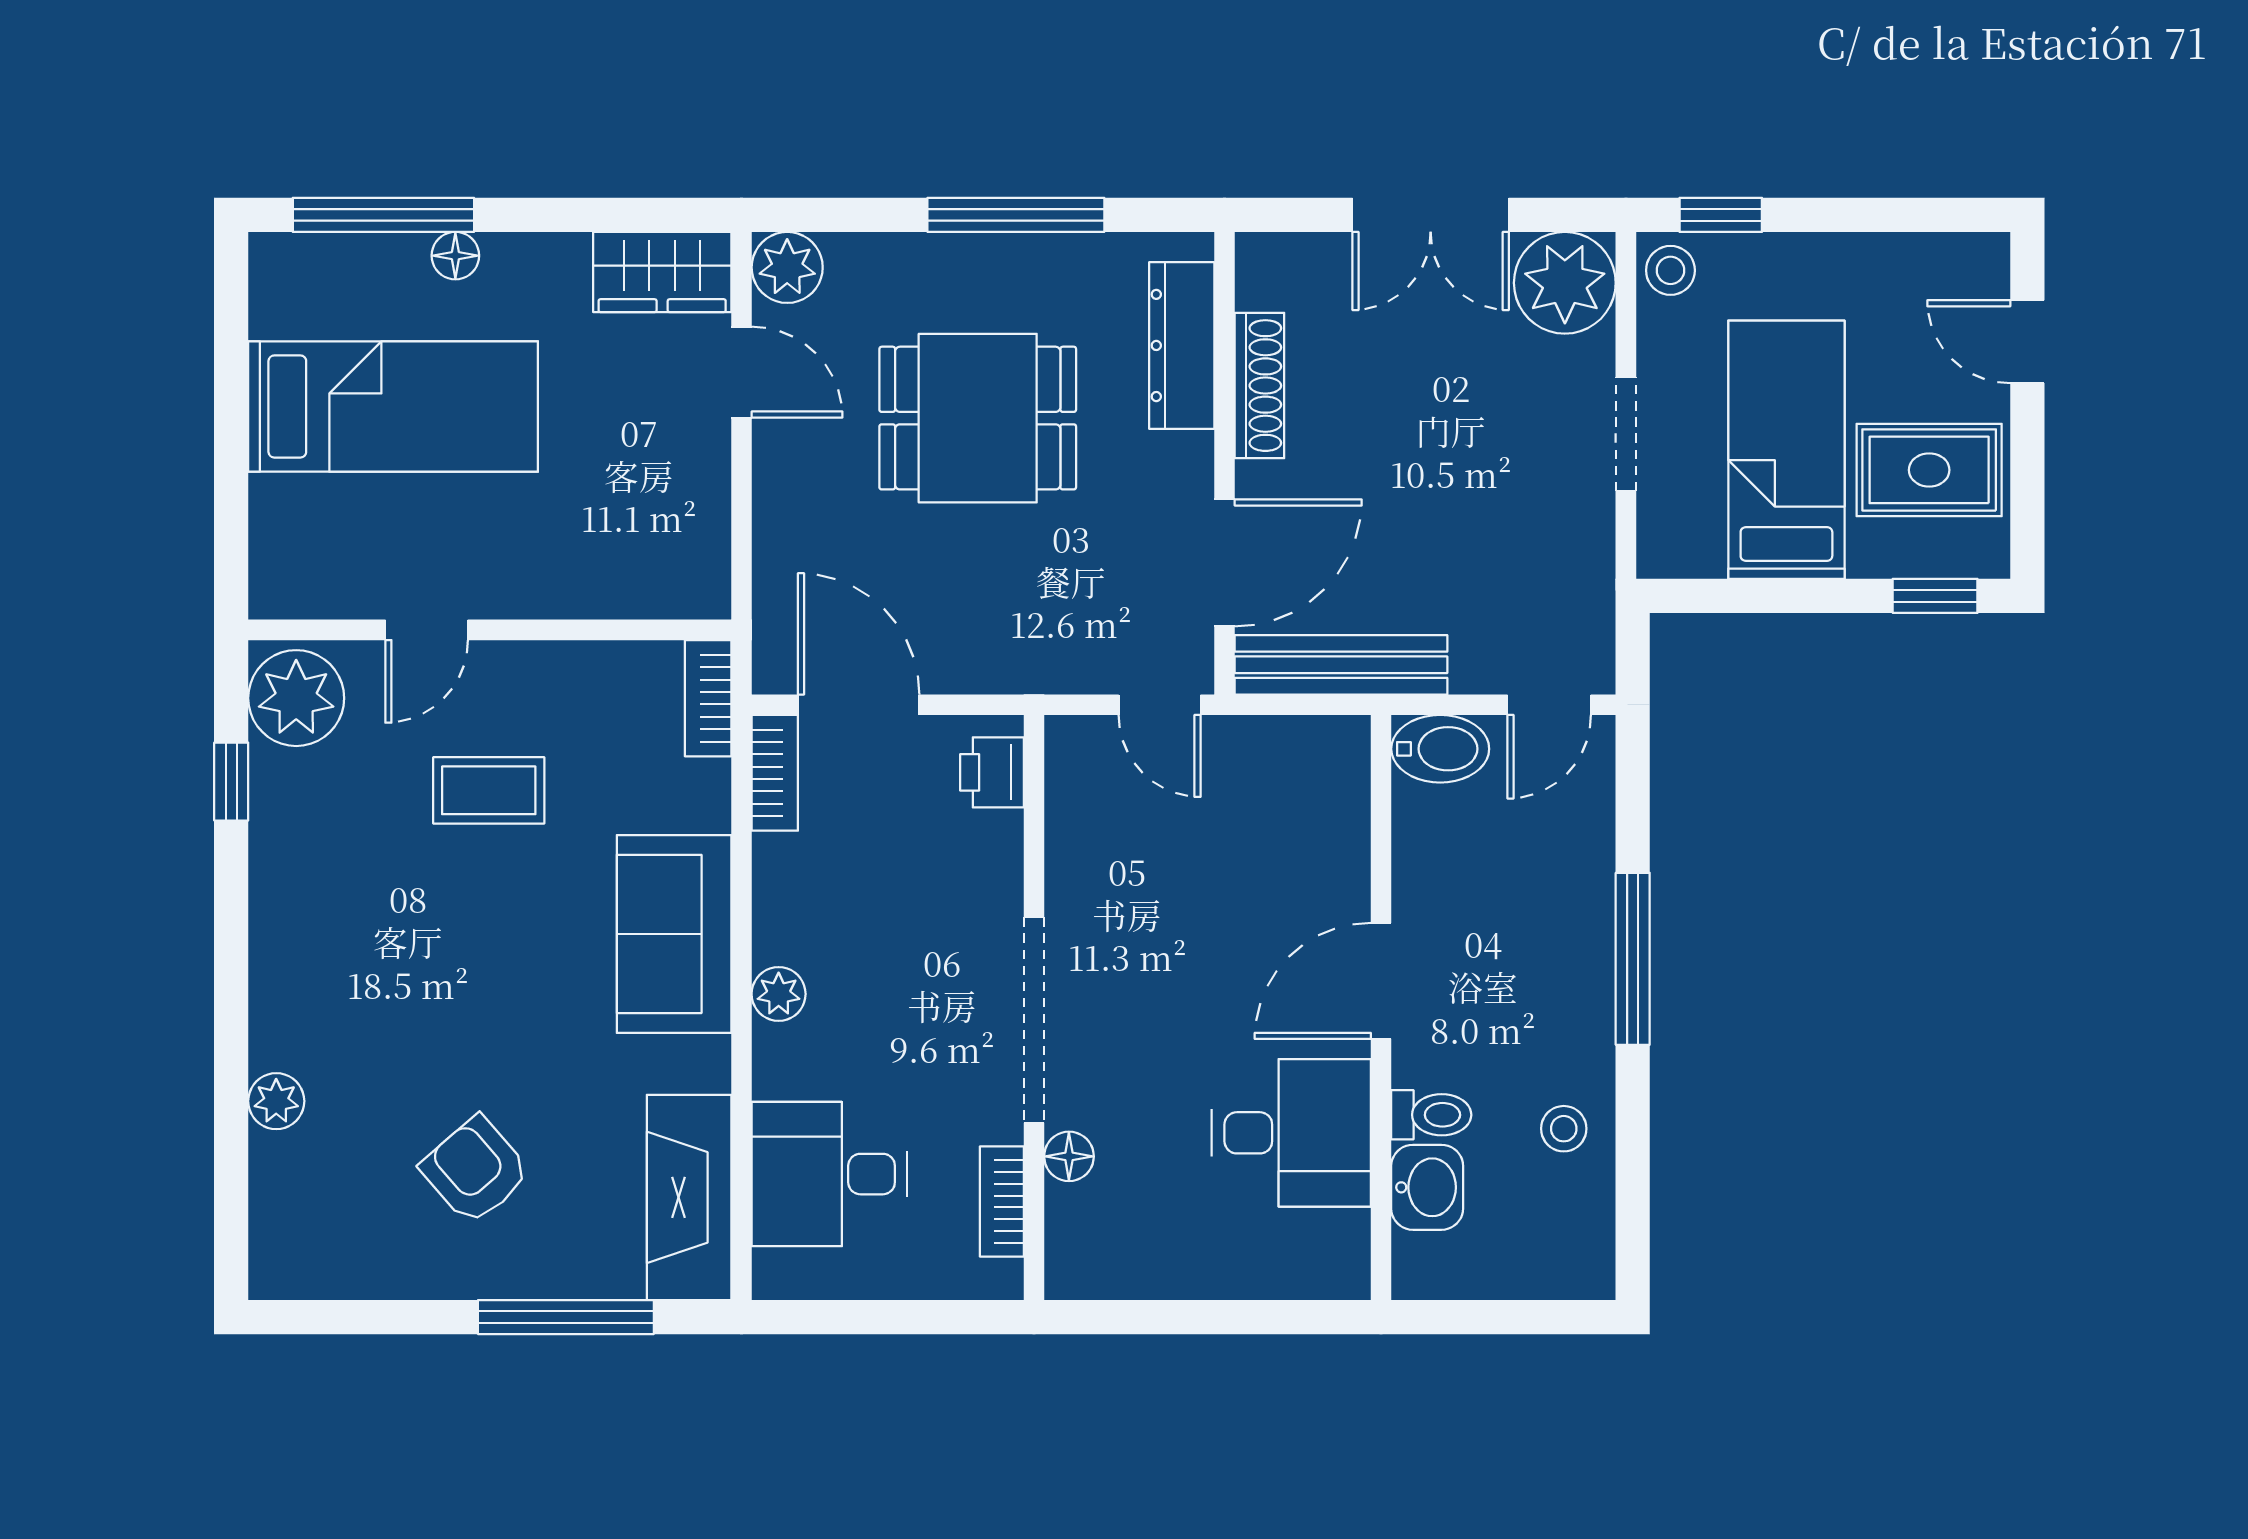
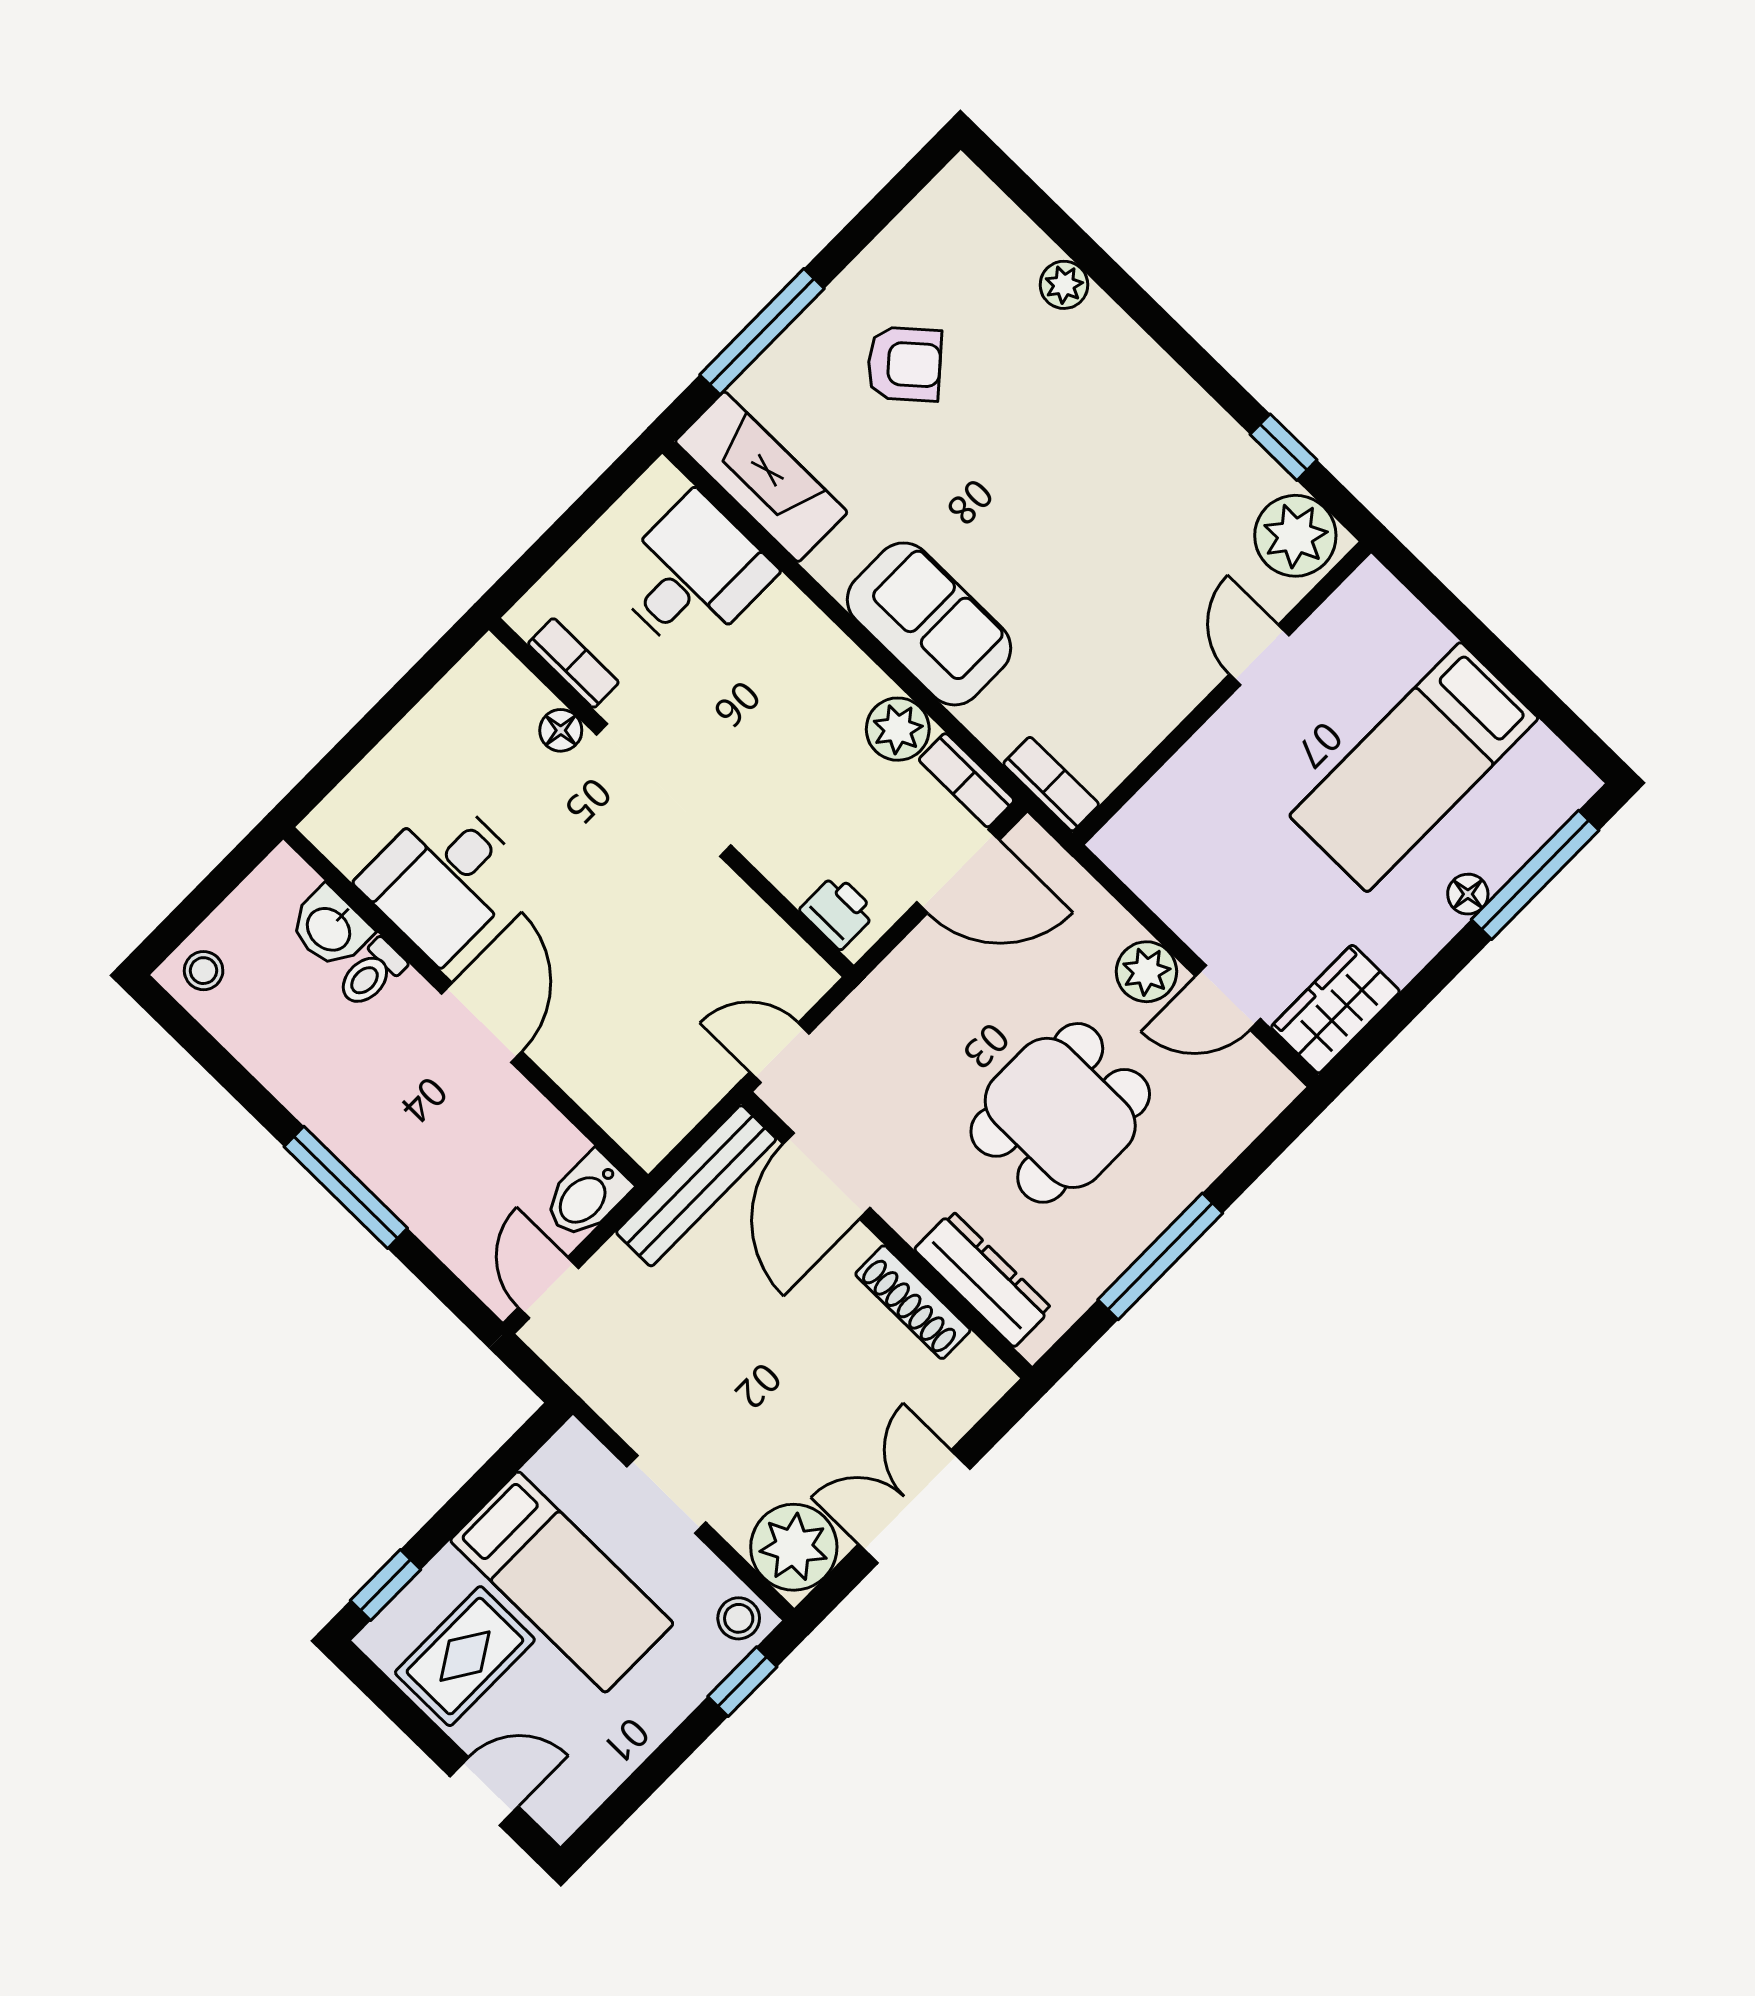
plant: (787, 267) -> (1146, 972), moved
coffee table: (489, 790) -> (1126, 597), removed
plant: (779, 994) -> (898, 729), moved, width x1.38, depth x1.38
stool: (1564, 1129) -> (204, 971), moved

